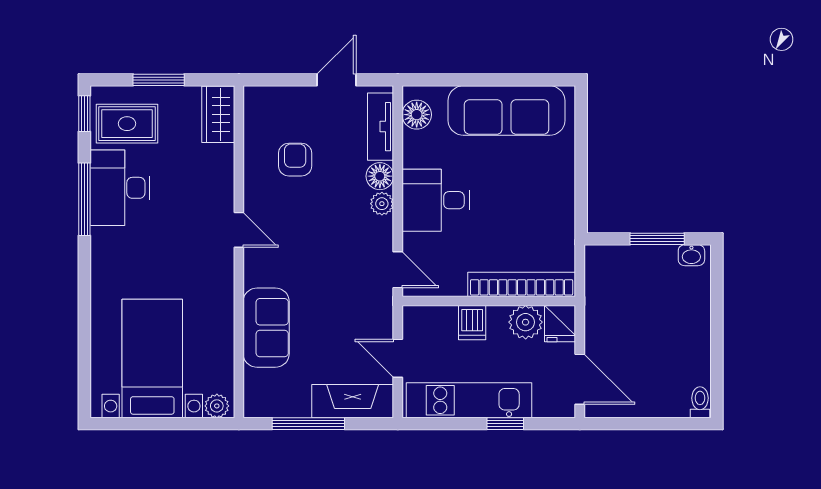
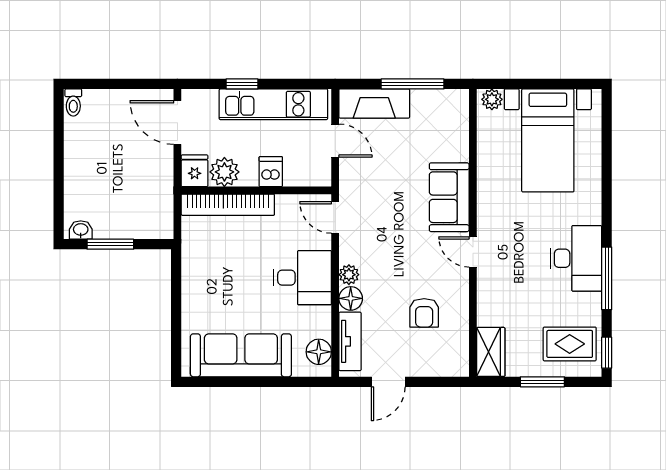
desk: (120, 188) -> (576, 258), moved
sofa: (266, 328) -> (449, 197), moved

